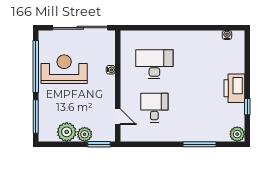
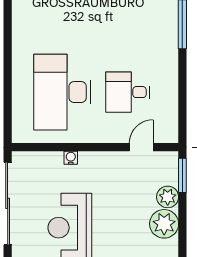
desk: (154, 64) -> (62, 92), width x1.36, depth x1.30

